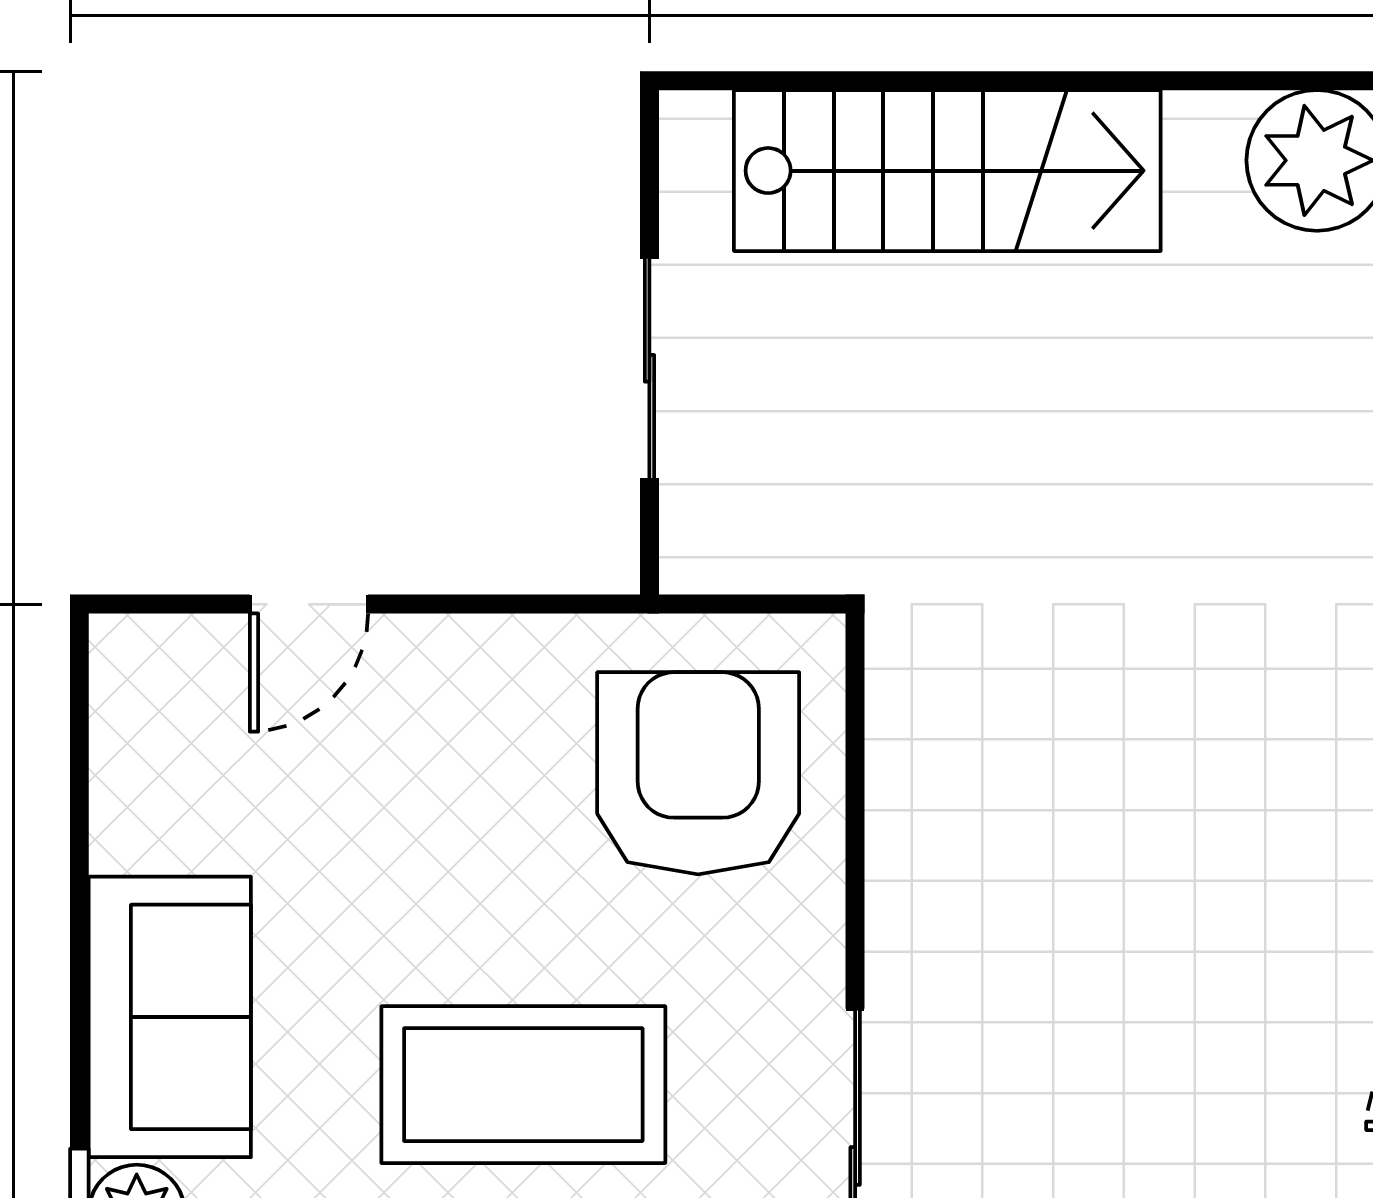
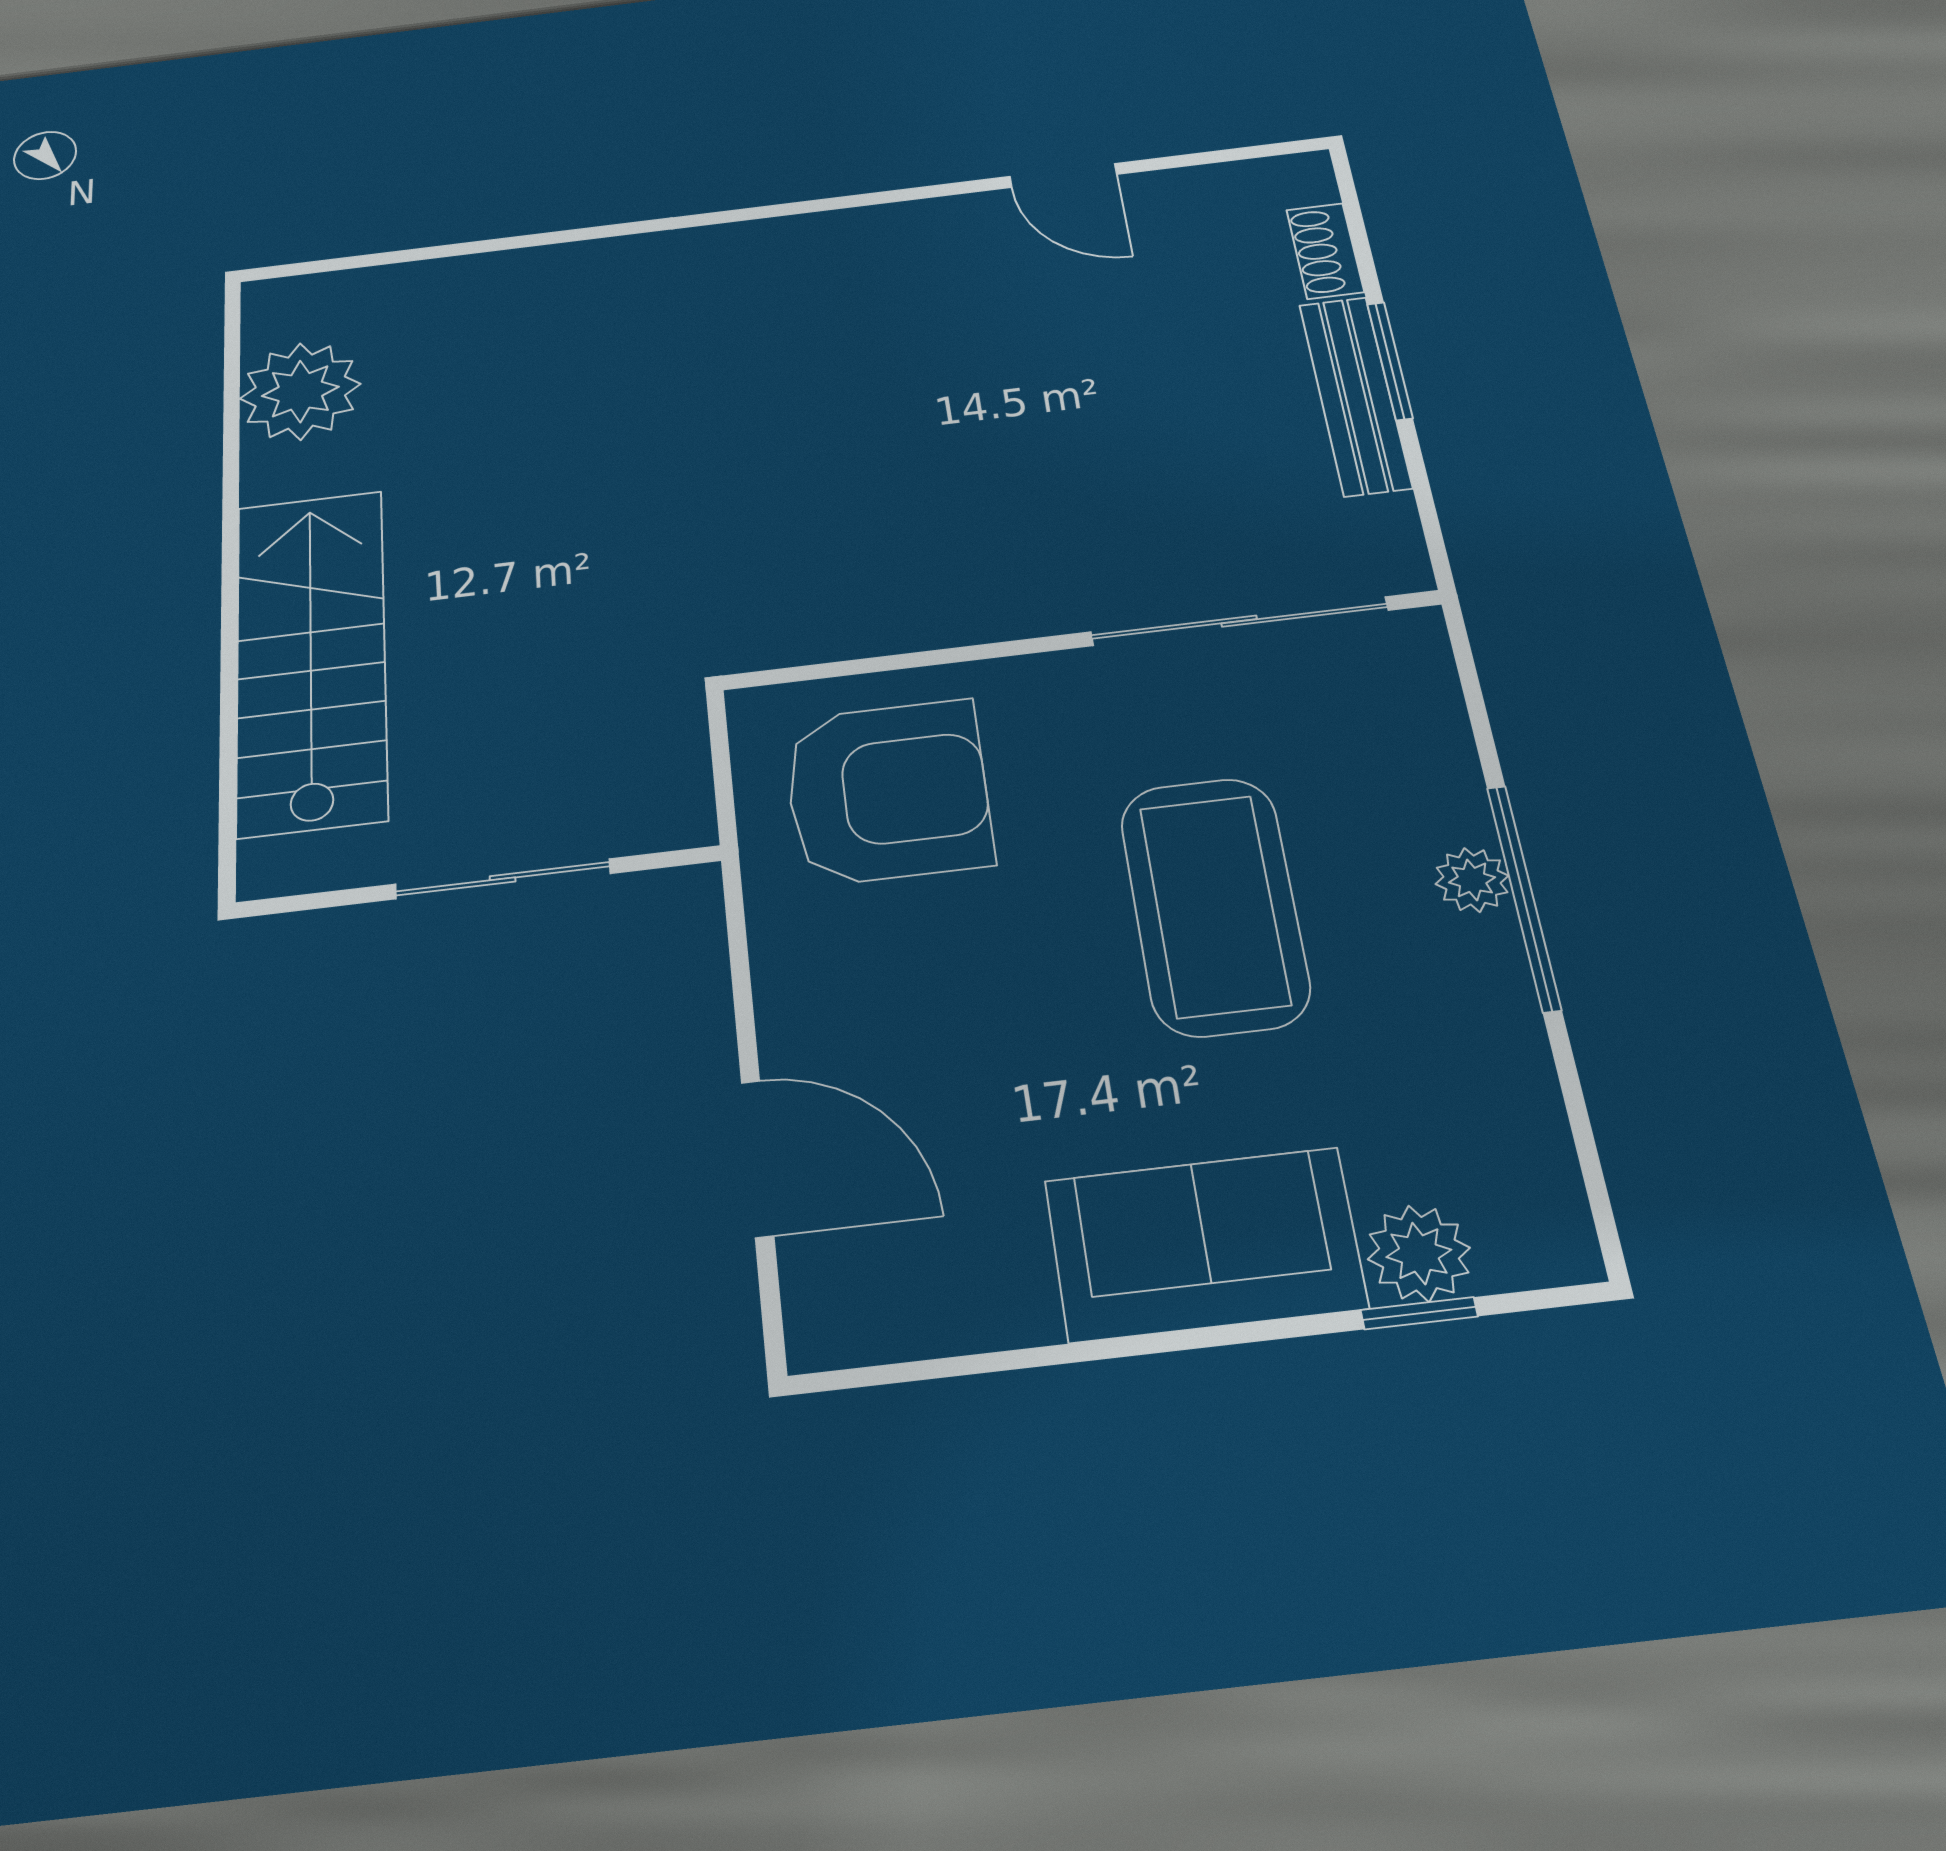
door: (309, 604) -> (757, 1158), width x1.38
armchair: (698, 773) -> (888, 792), turned 180

